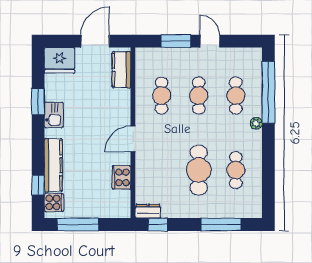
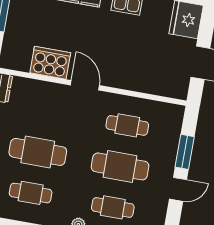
kitchen counter: (121, 70) -> (164, 86), removed
cafe table: (199, 96) -> (120, 166), width x1.37, depth x1.35
cooker: (121, 177) -> (50, 63), width x1.37, depth x1.31

